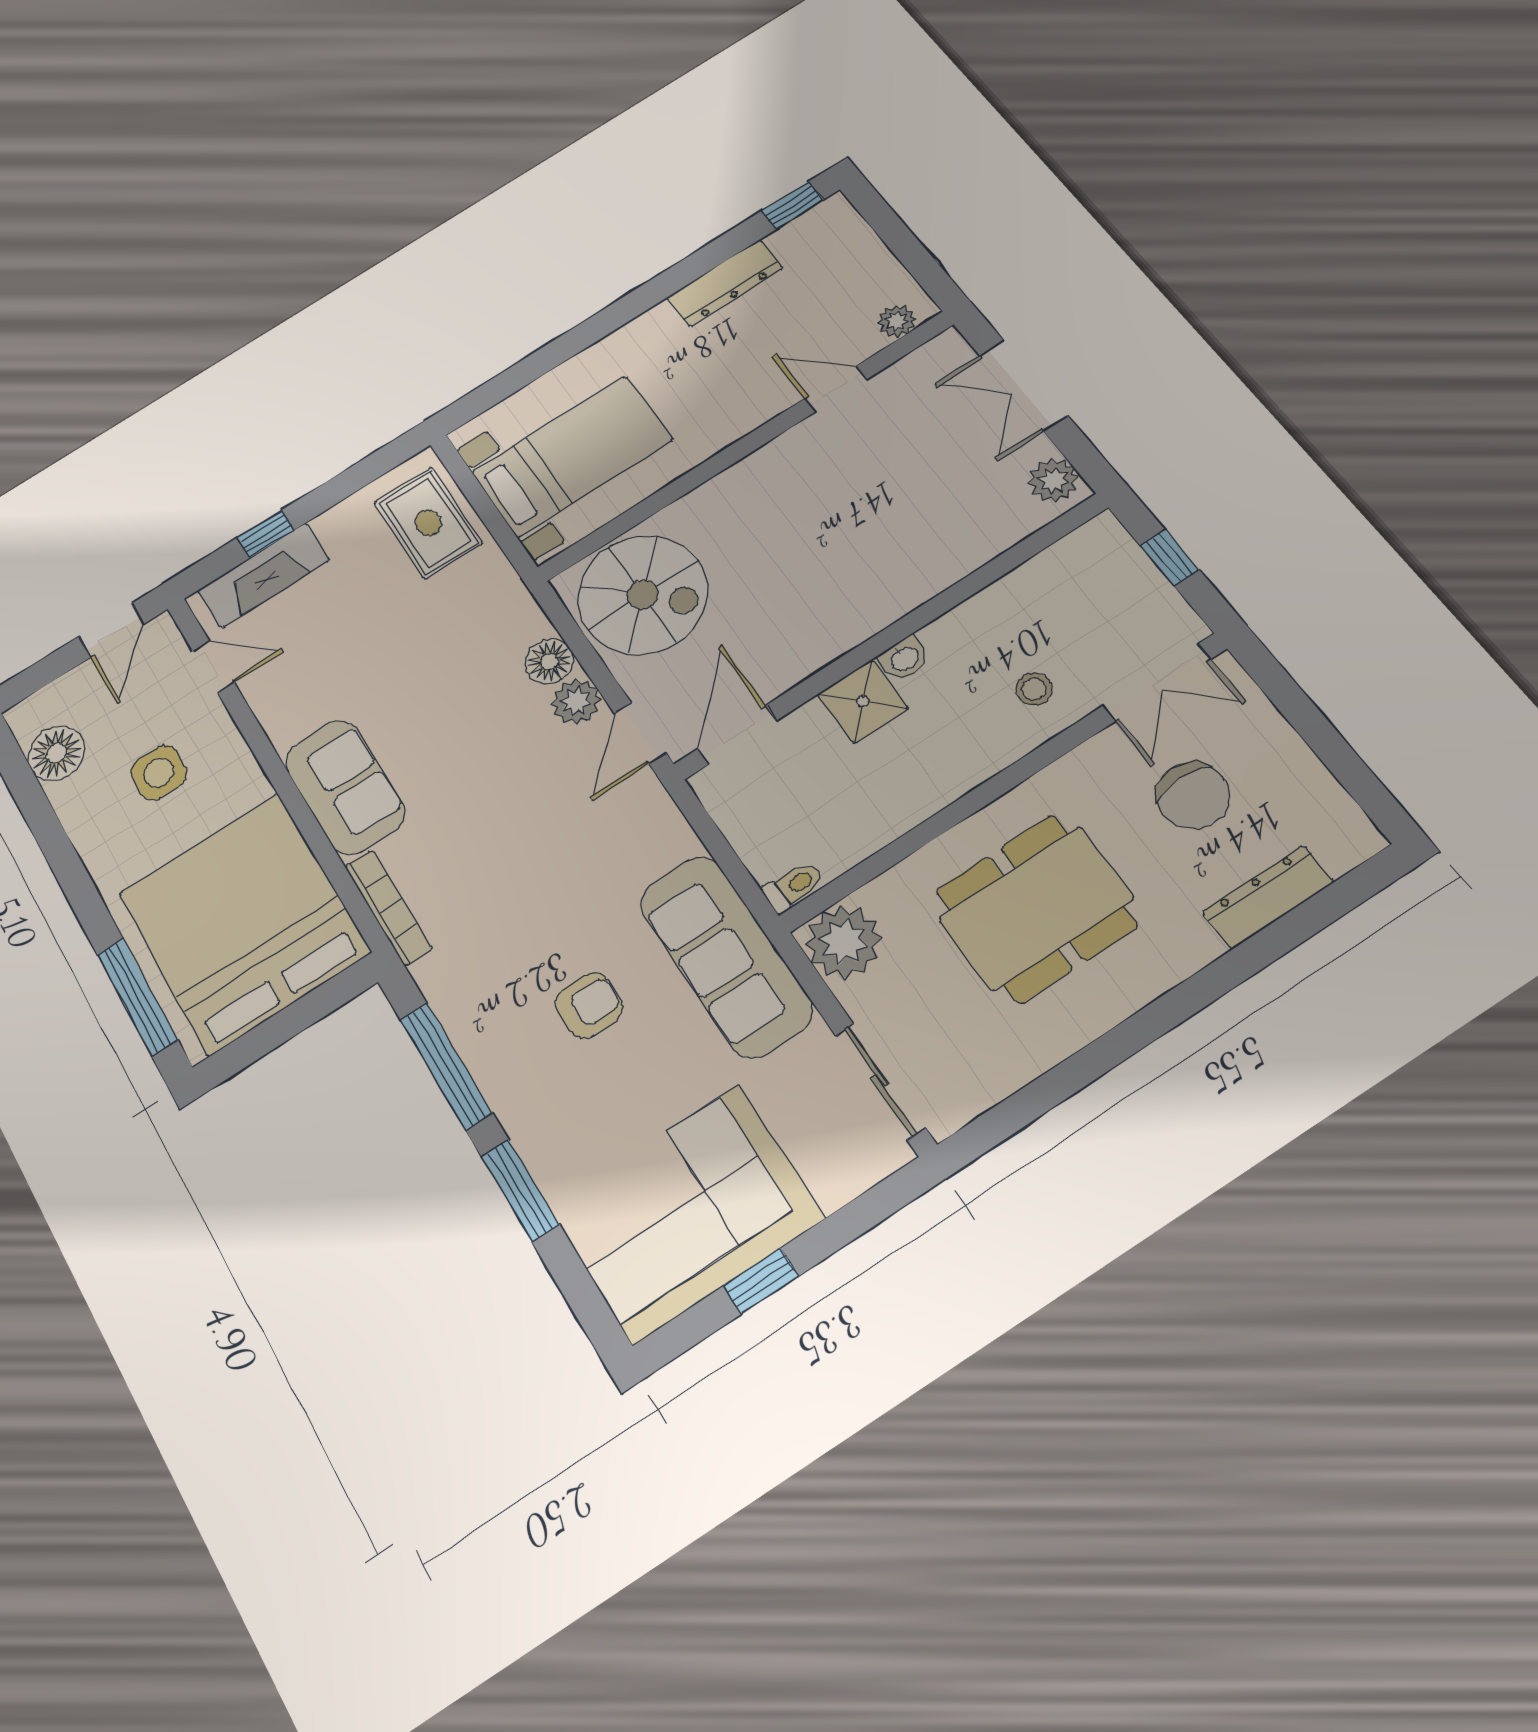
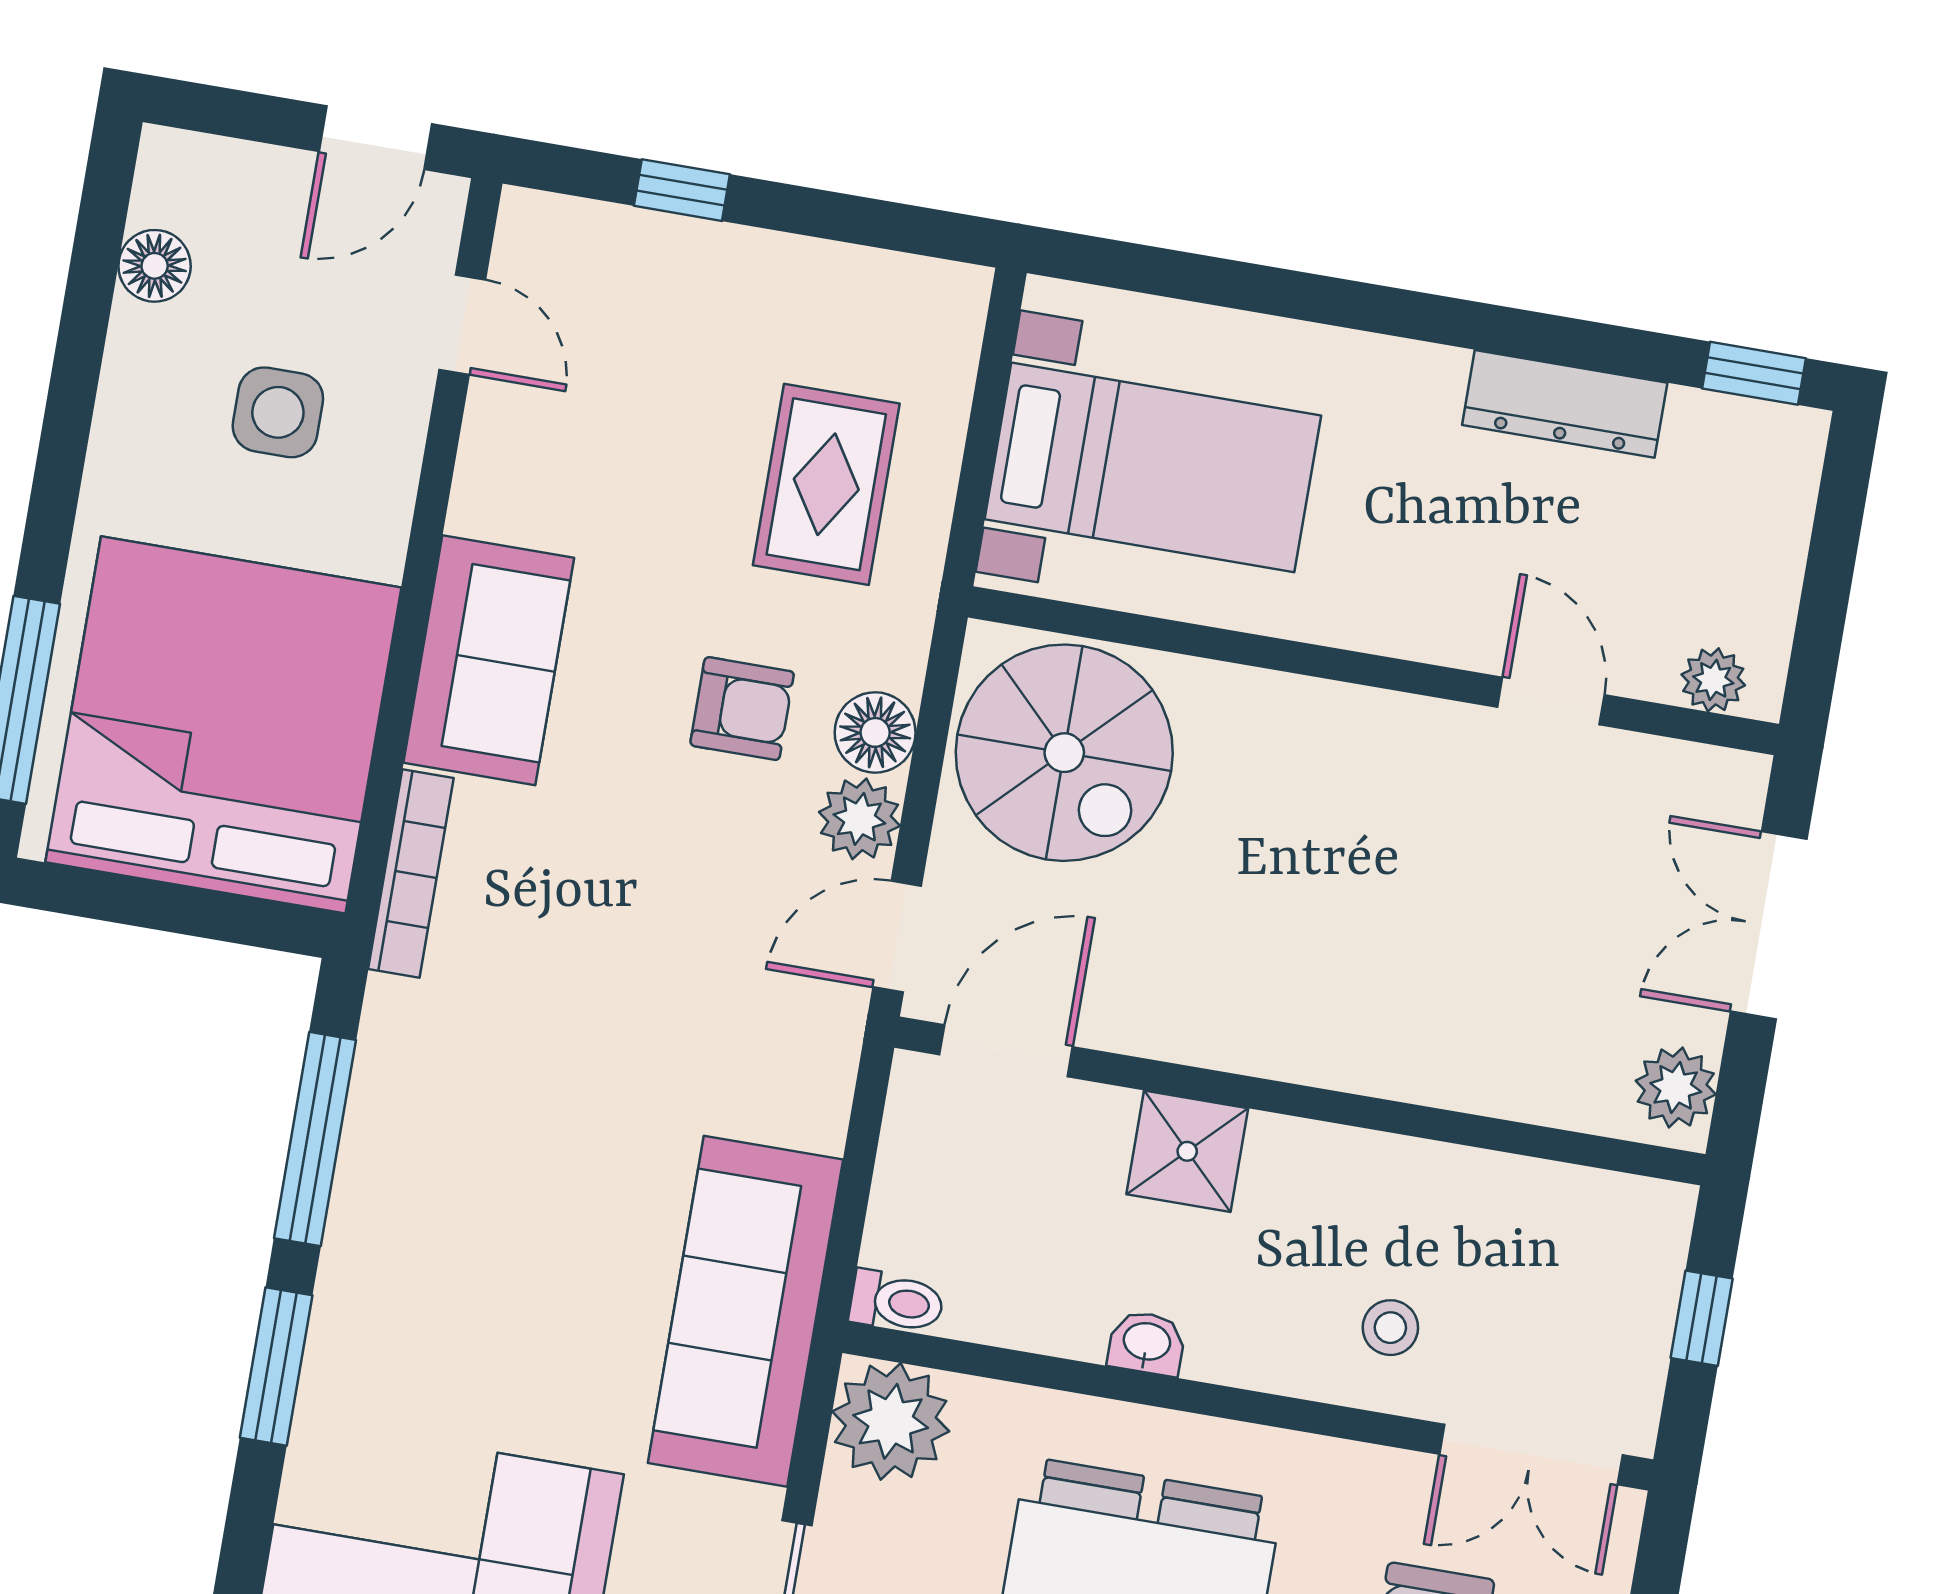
rug: (428, 523) -> (826, 484), moved
fireplace: (264, 575) -> (630, 251), removed
washbasin: (904, 658) -> (1147, 1343), moved, turned 180
floor lamp: (56, 753) -> (155, 266), width x0.73, depth x0.73
armchair: (589, 1005) -> (742, 709), moved

